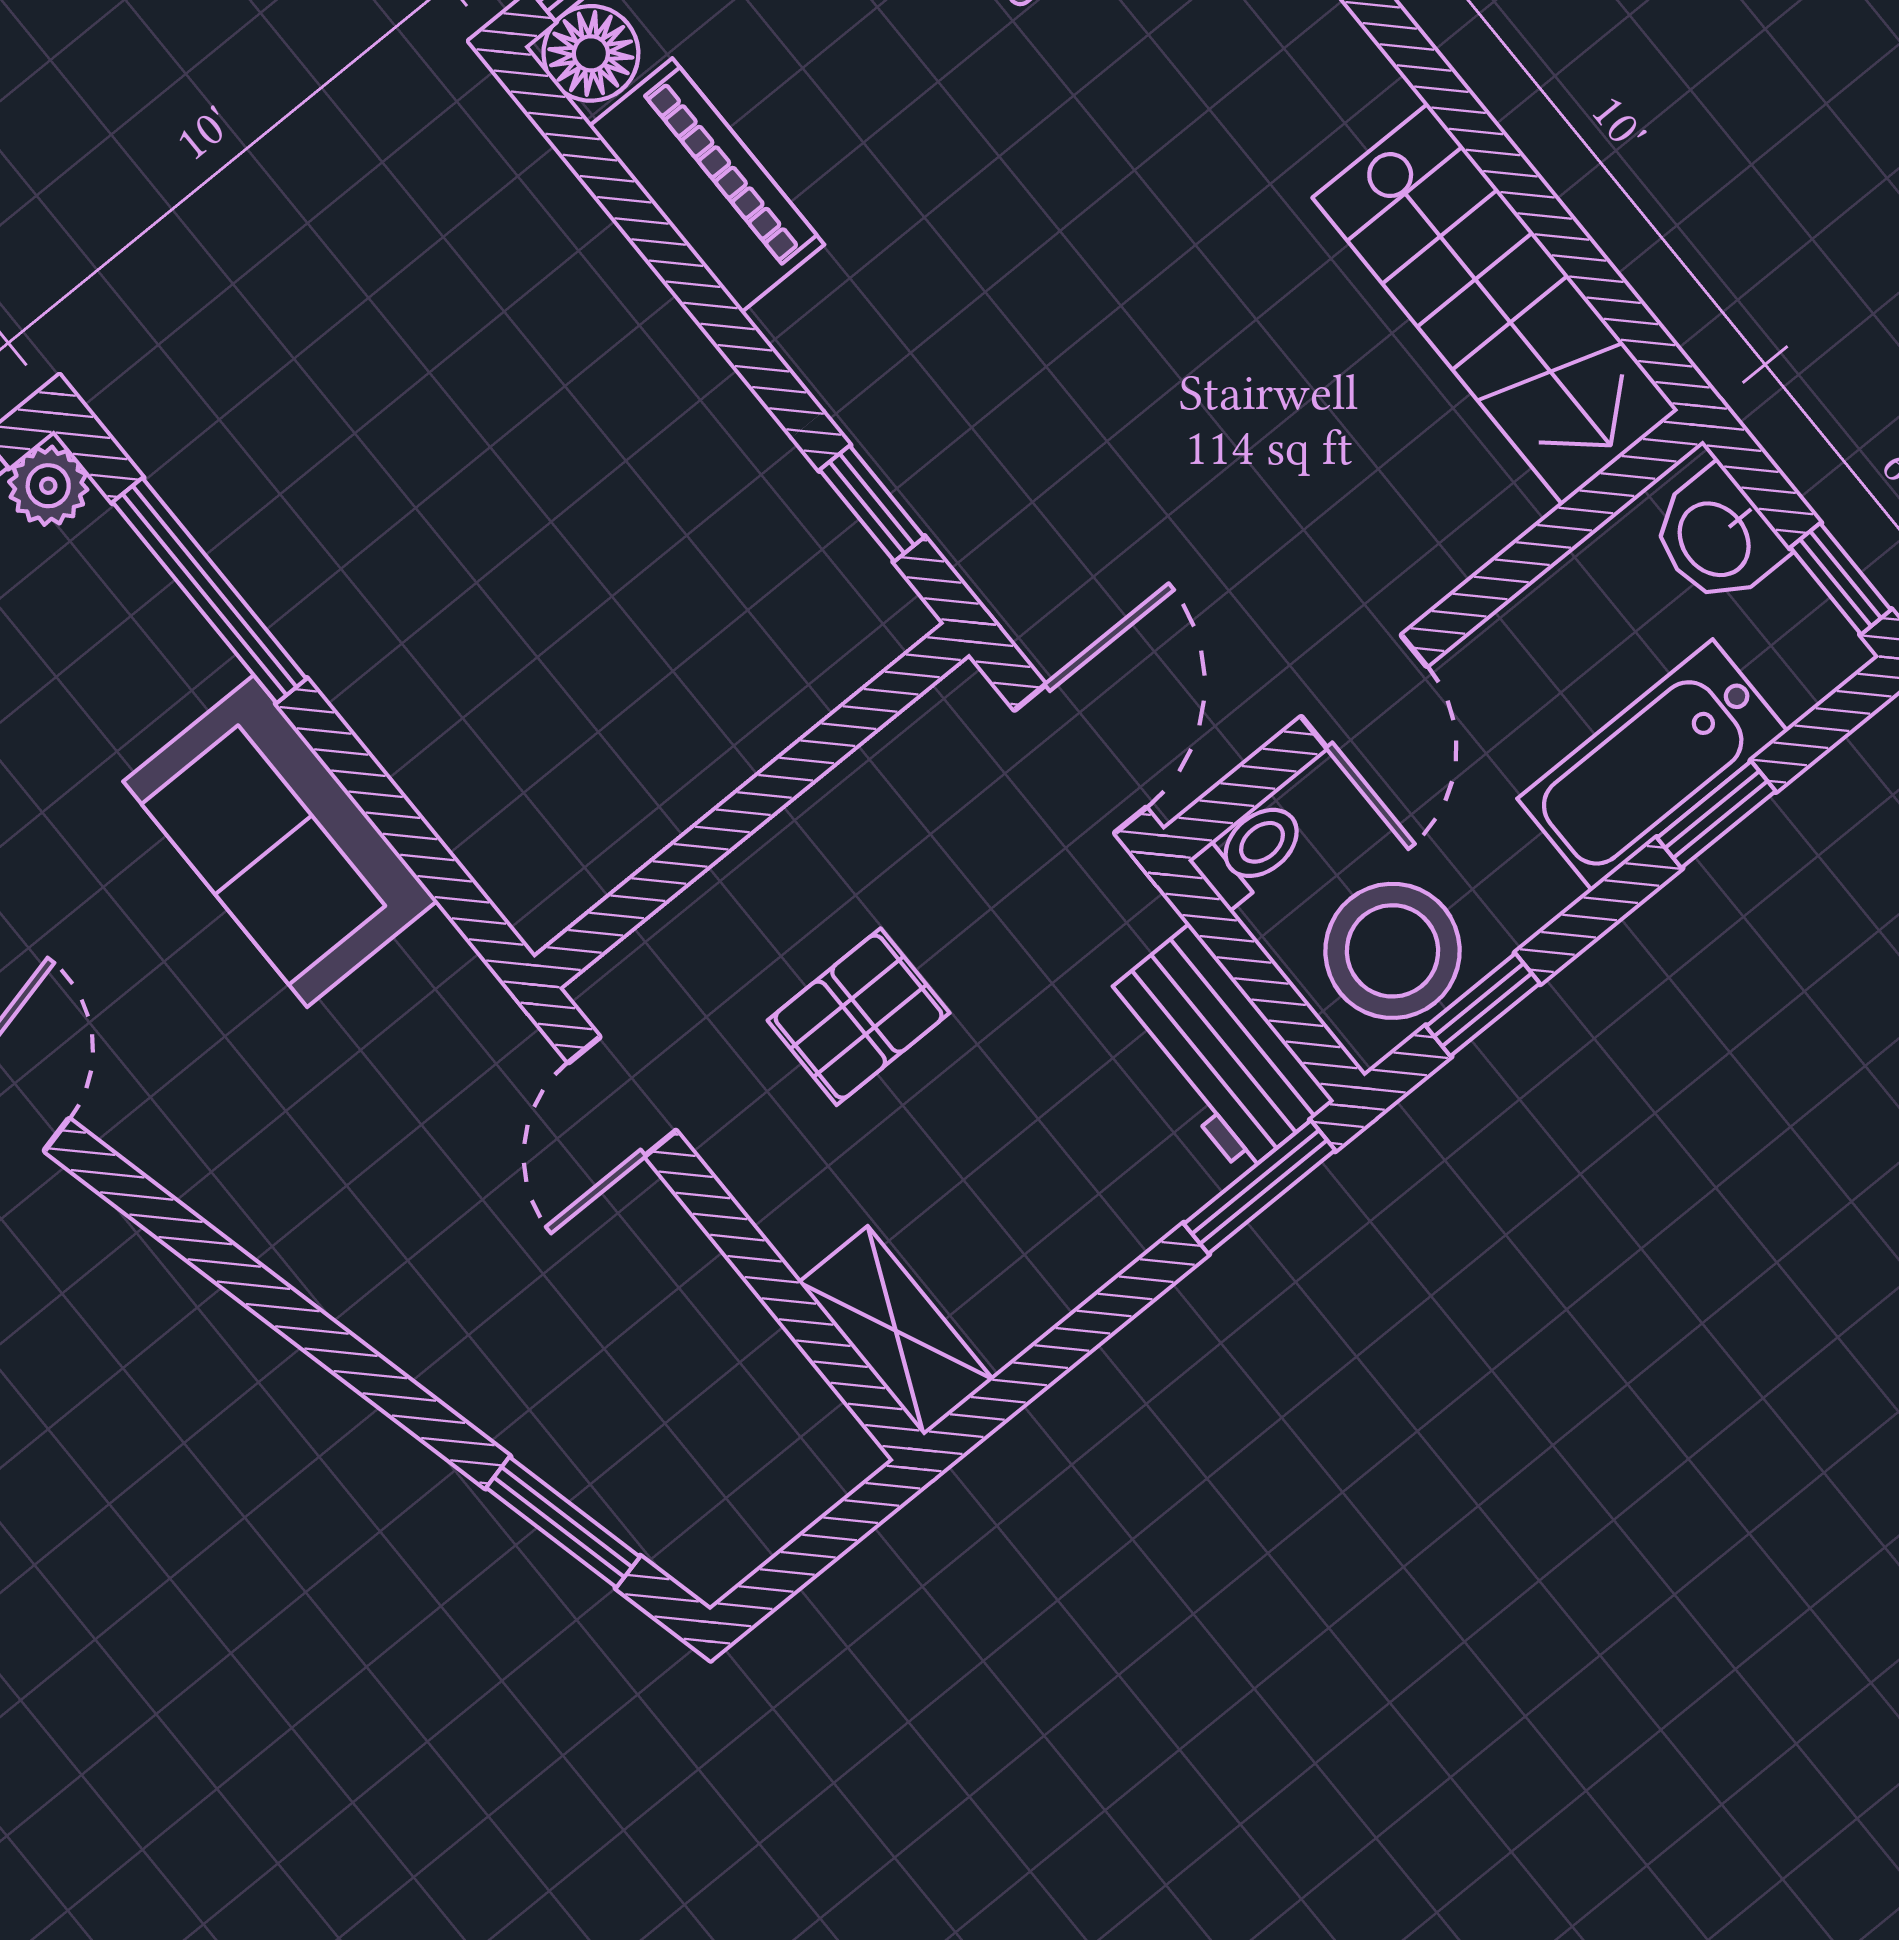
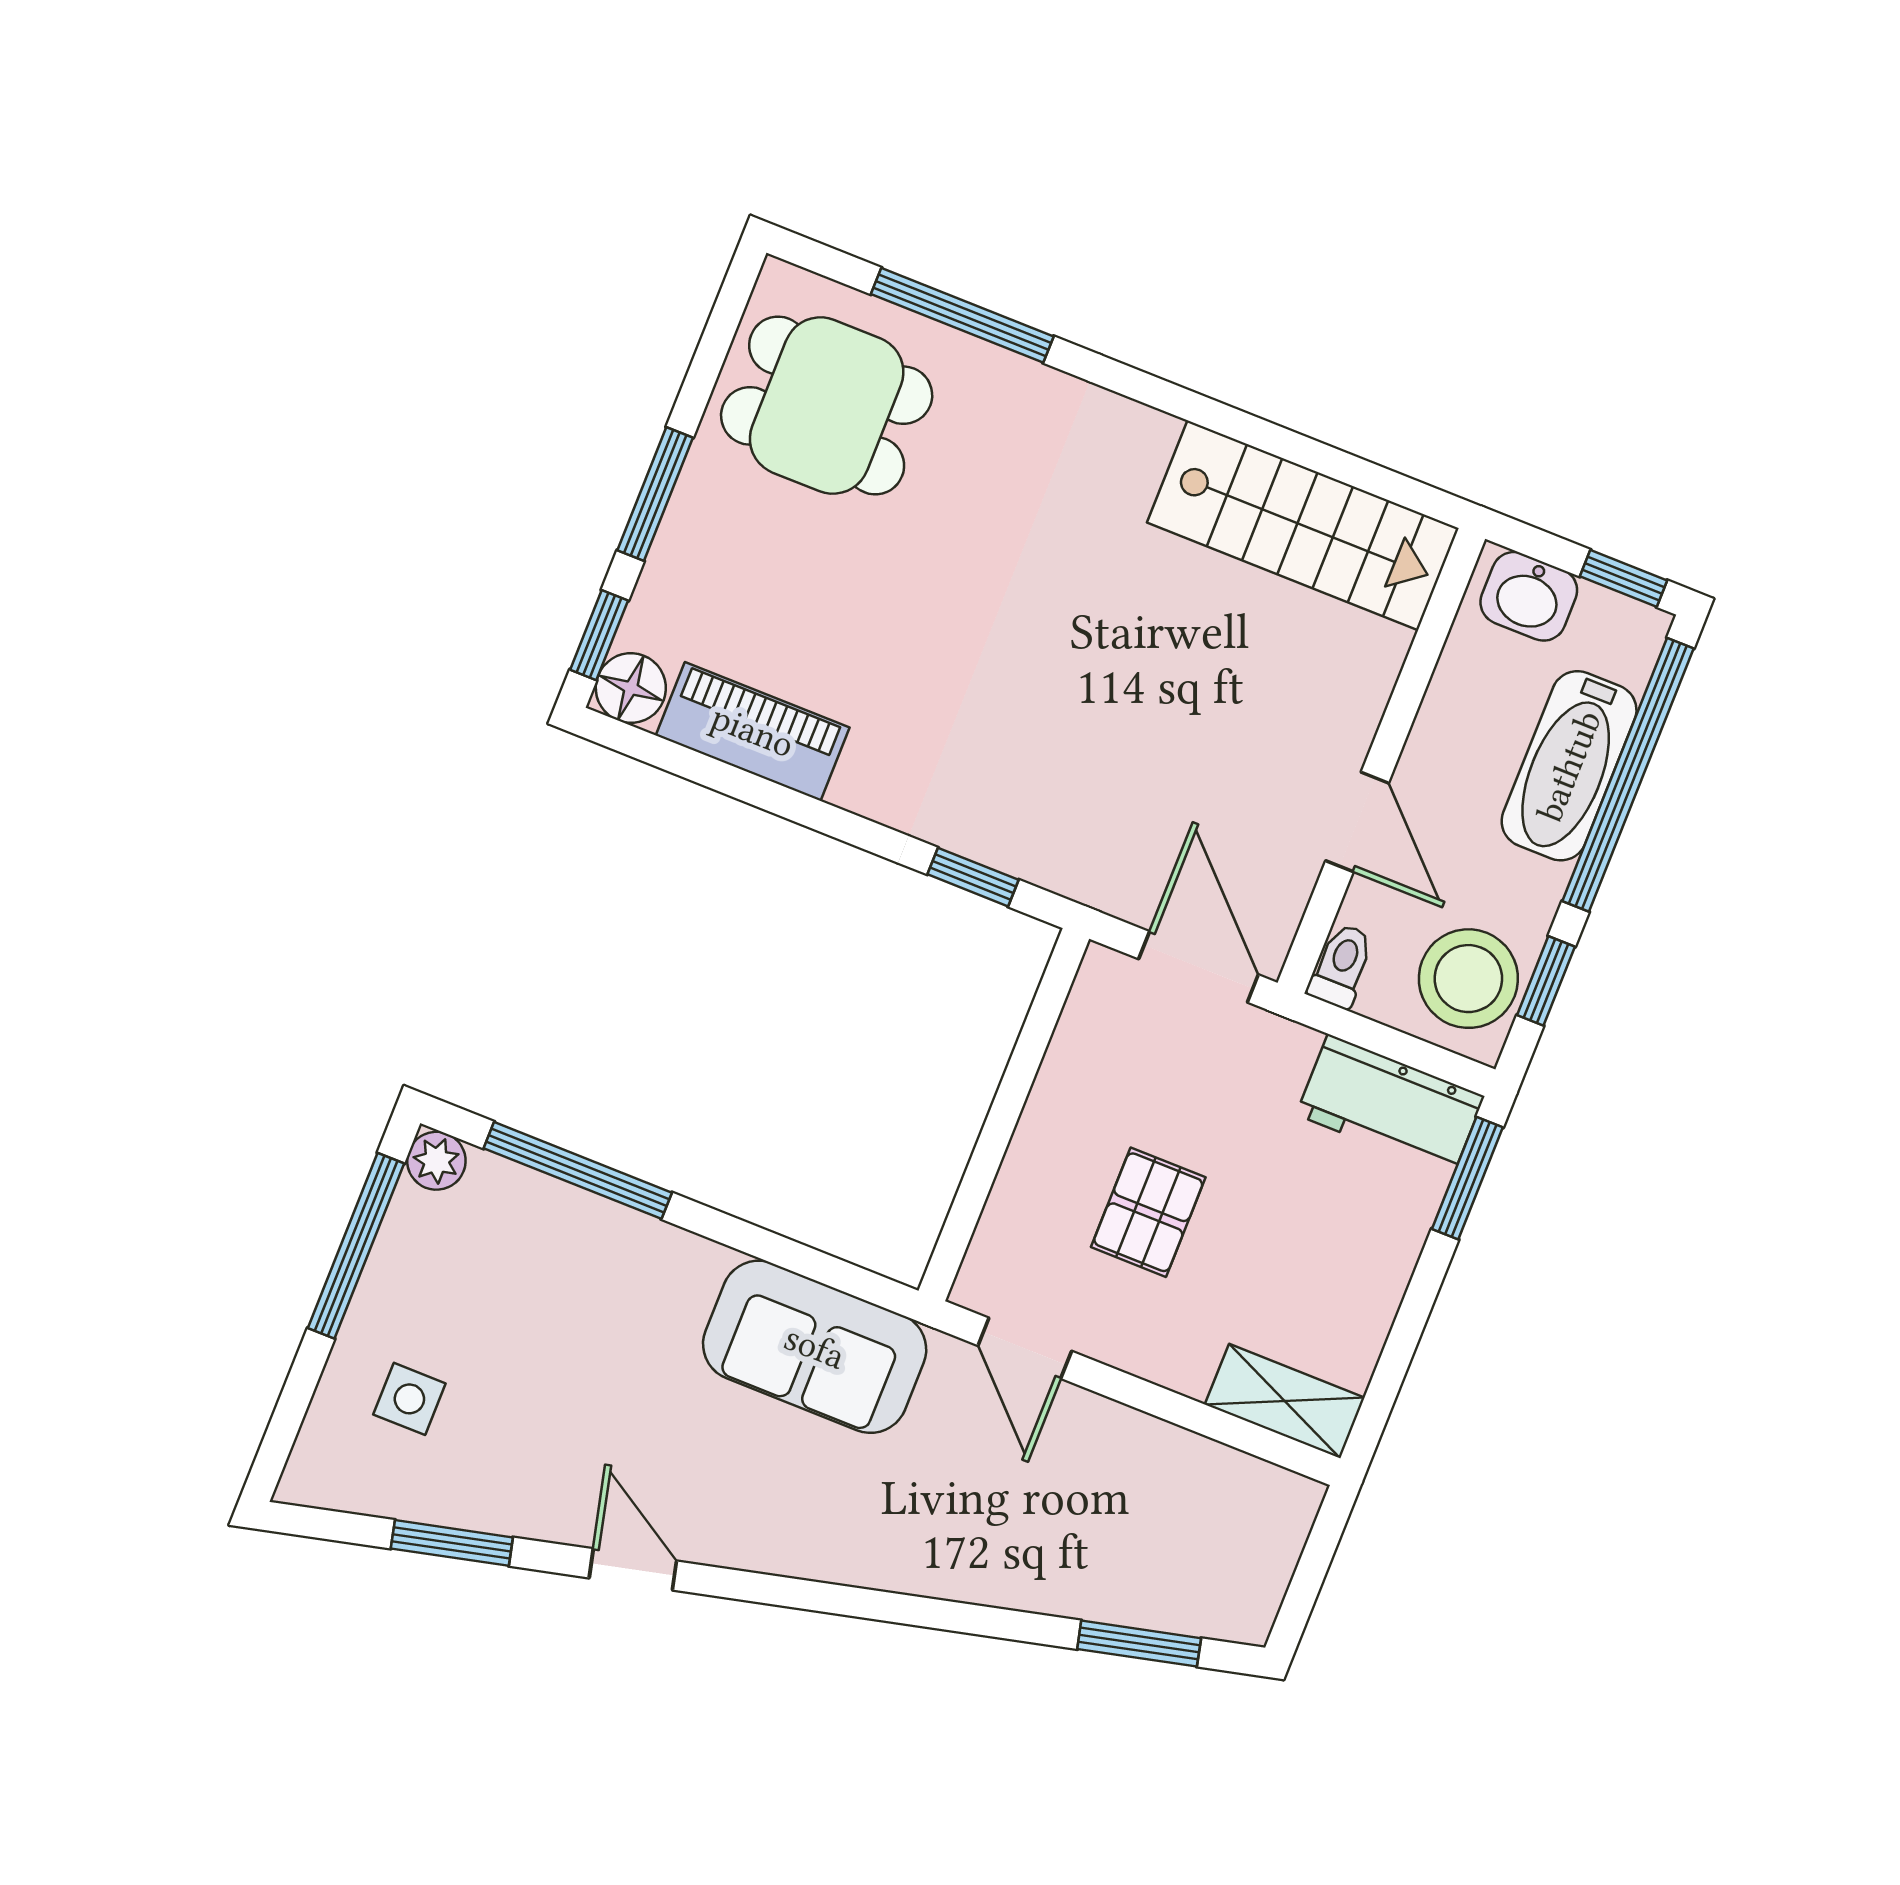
window: (1716, 814) -> (1628, 775), width x3.17
sofa: (280, 841) -> (815, 1347), moved

